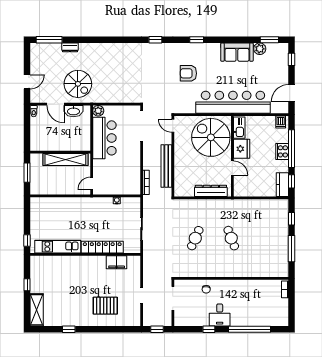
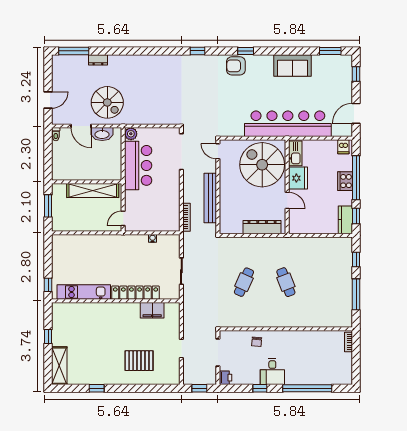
plant: (260, 49) -> (319, 62), removed
armchair: (188, 73) -> (236, 66), moved
printer: (179, 320) -> (226, 378), added

